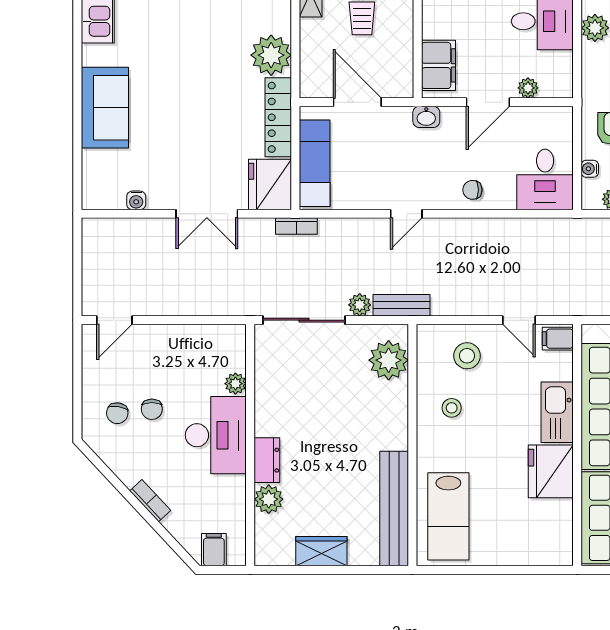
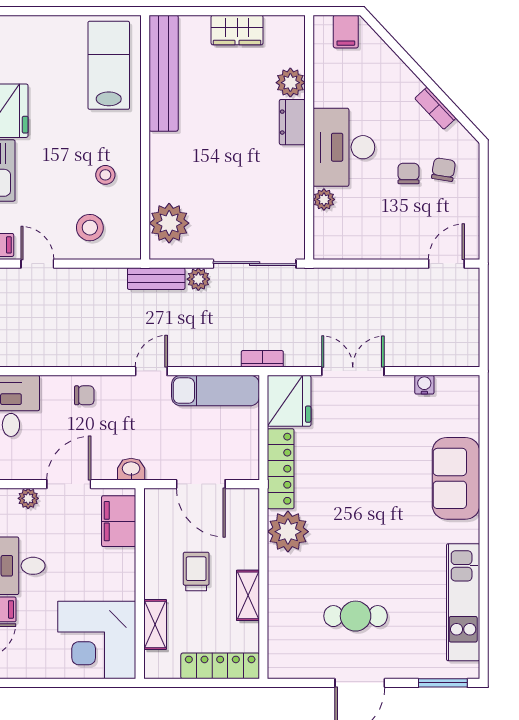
exam couch: (315, 163) -> (215, 391), moved, turned -90
bookcase: (150, 501) -> (435, 108), moved

